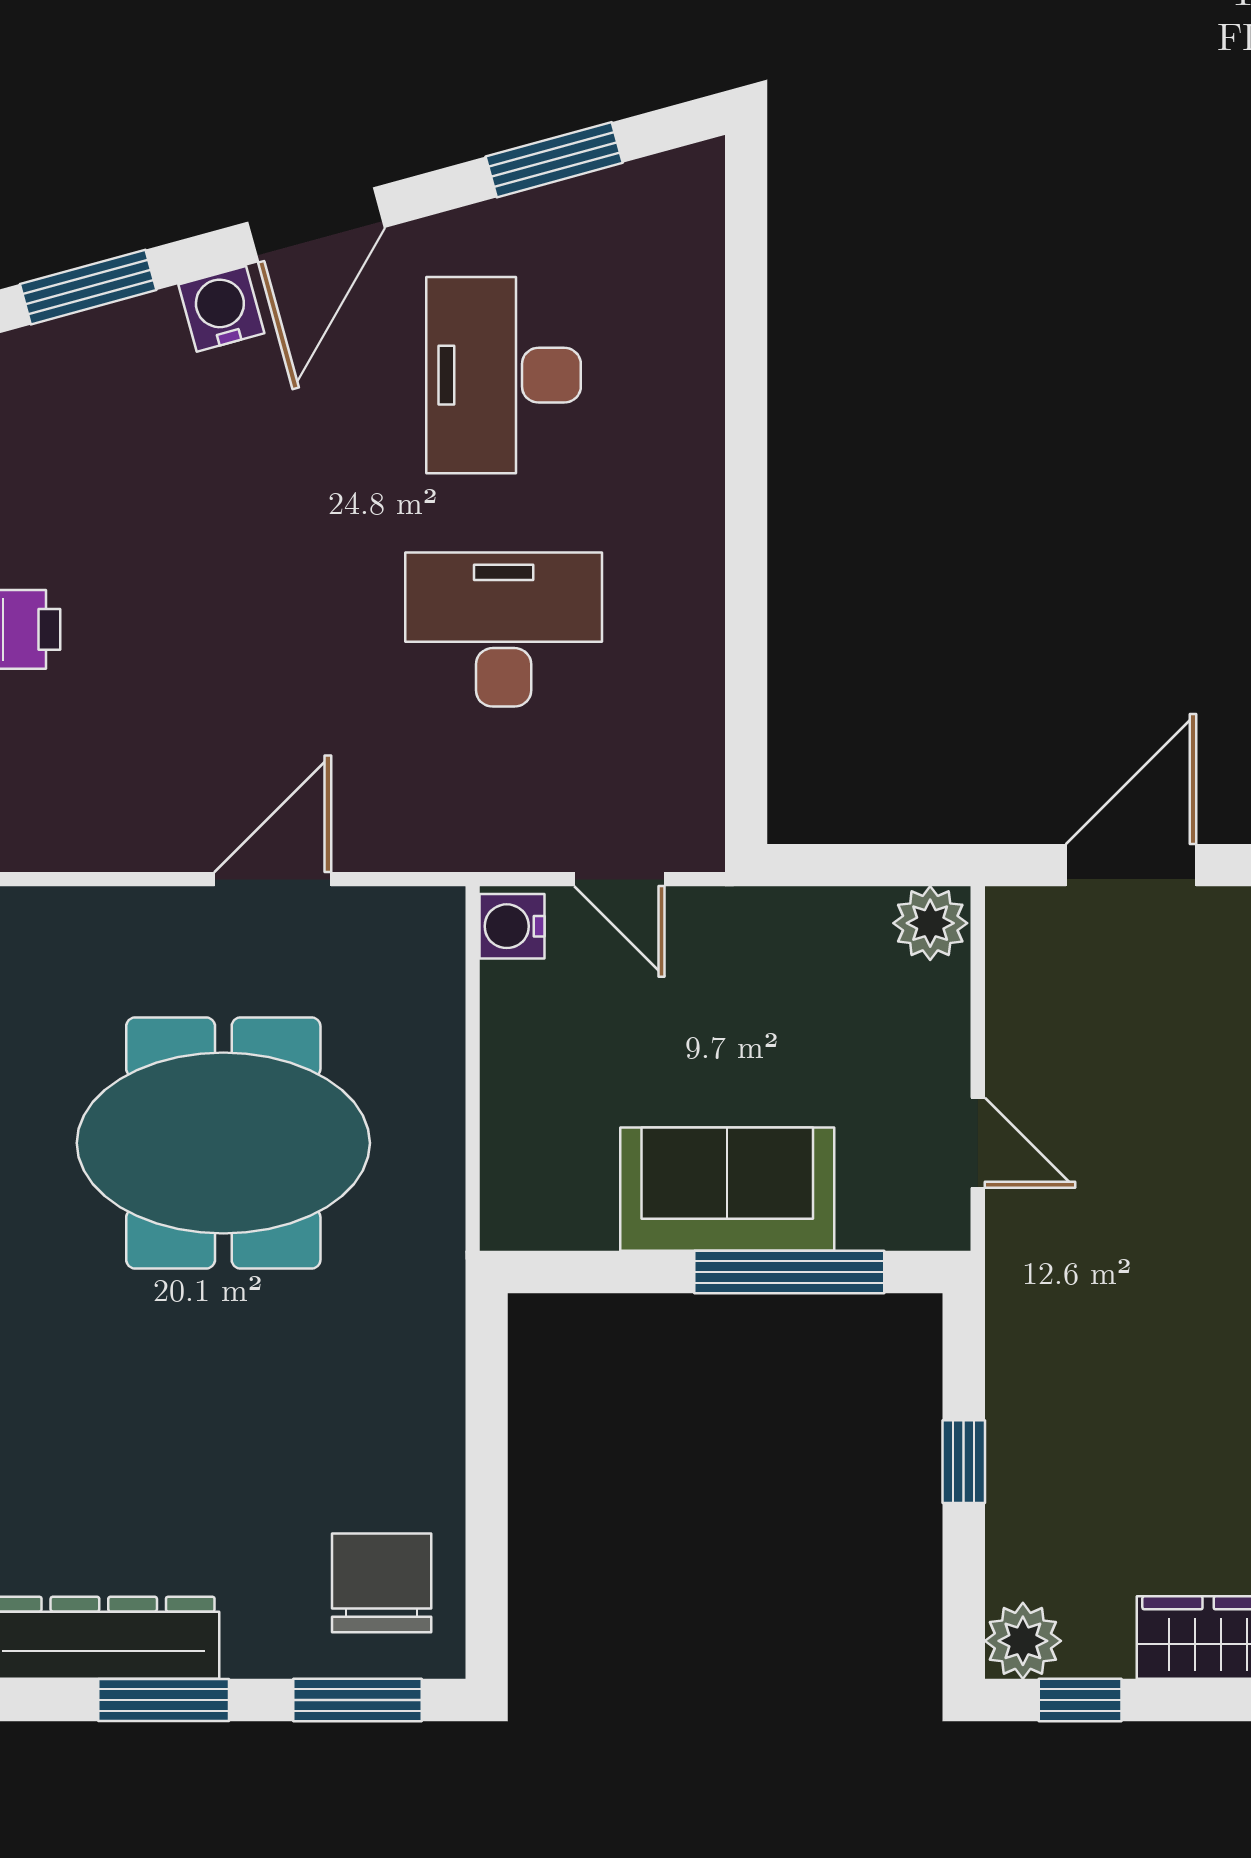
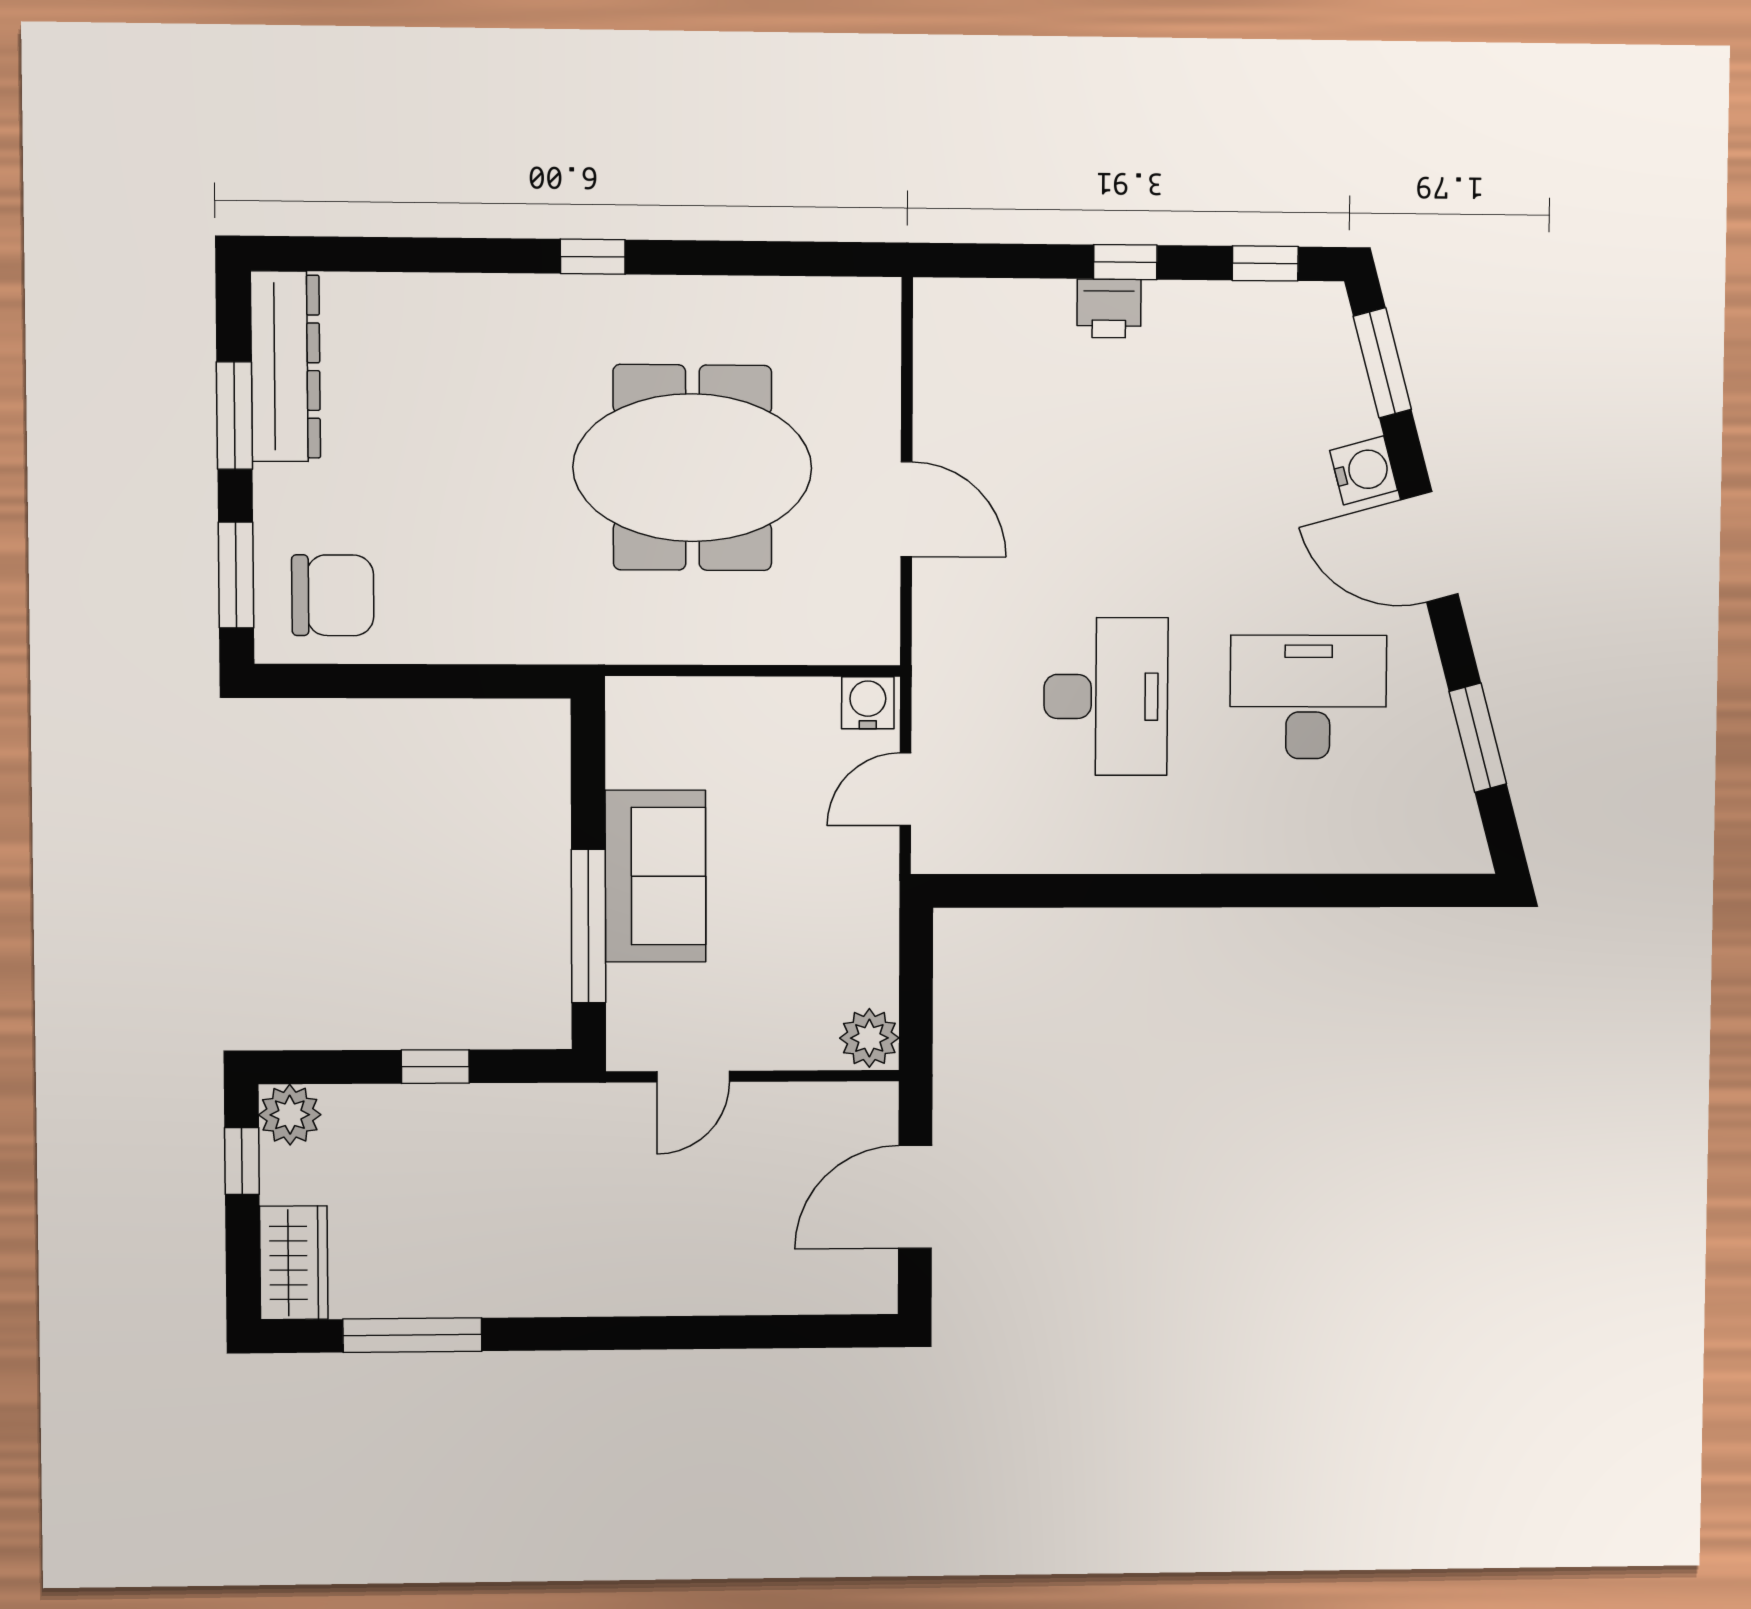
door: (1131, 865) -> (915, 1197), swing flipped
meeting table: (223, 1143) -> (692, 468), turned 90

